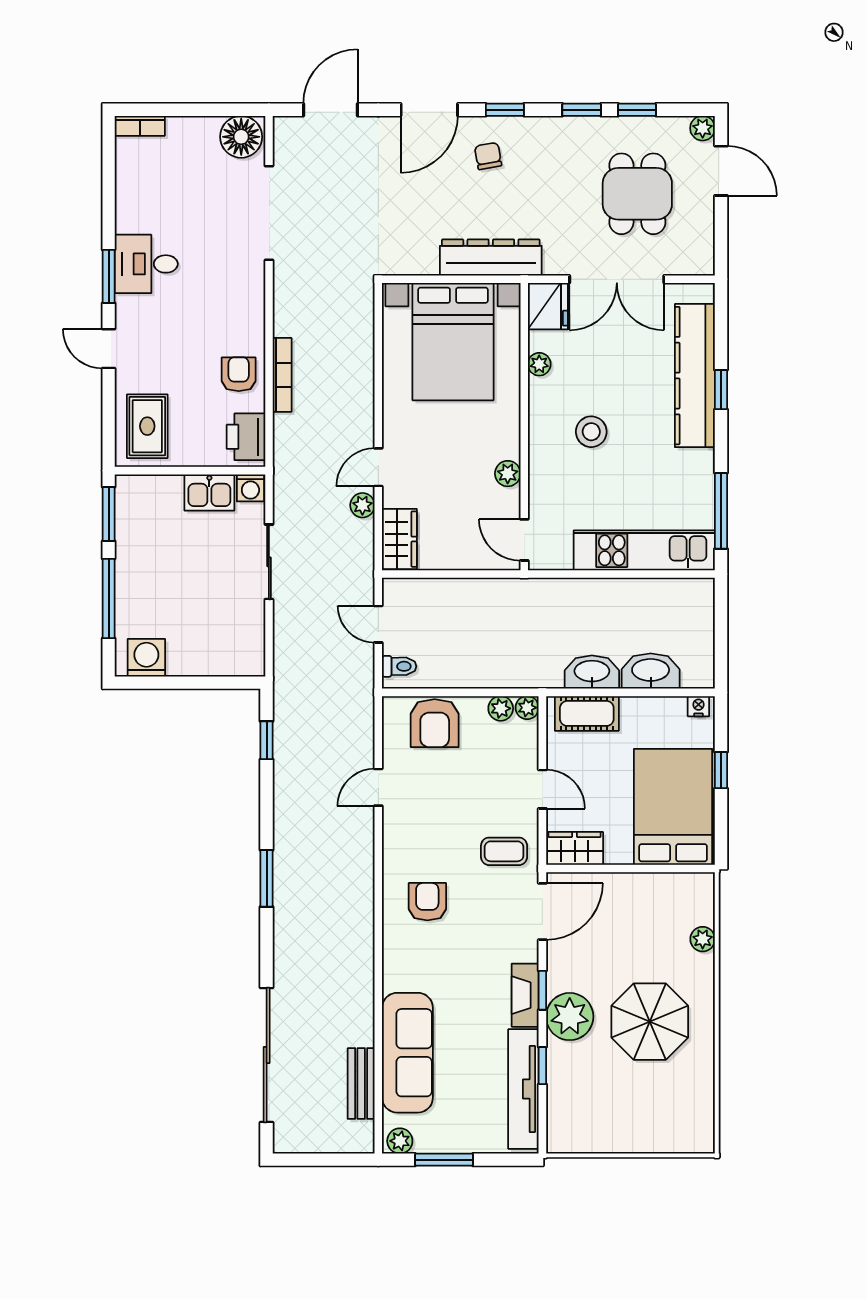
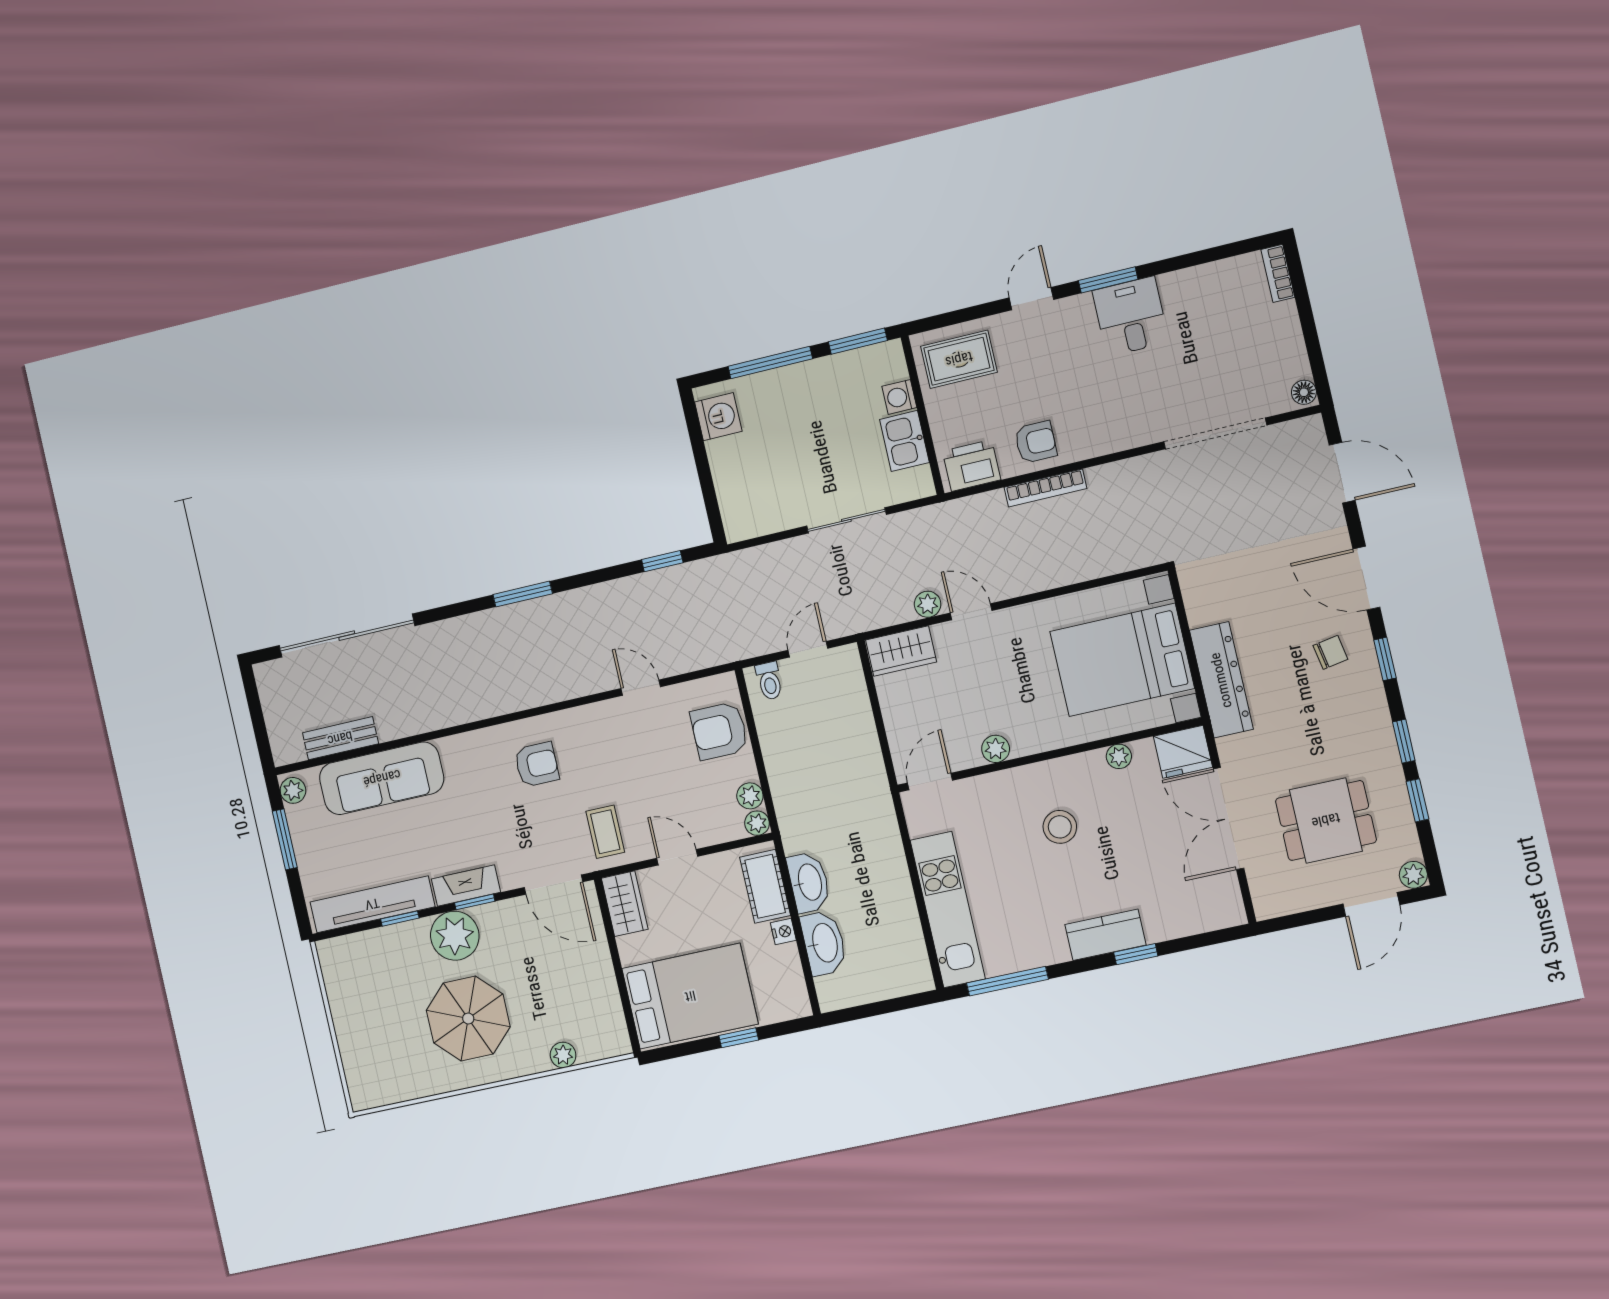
floor lamp: (241, 137) -> (1304, 392), width x0.53, depth x0.53
kitchen counter: (695, 376) -> (1105, 935), width x0.48, depth x0.86
washing machine: (250, 488) -> (899, 397), moved
nightstand: (698, 706) -> (783, 932), moved
door: (542, 789) -> (677, 857), swing flipped

